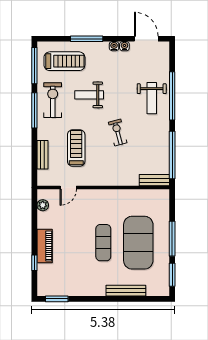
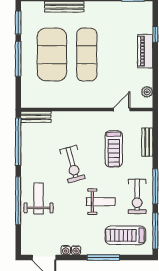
exercise bike: (118, 133) -> (72, 164), width x1.38, depth x1.39
exercise mat: (103, 243) -> (87, 55), width x1.36, depth x1.45

